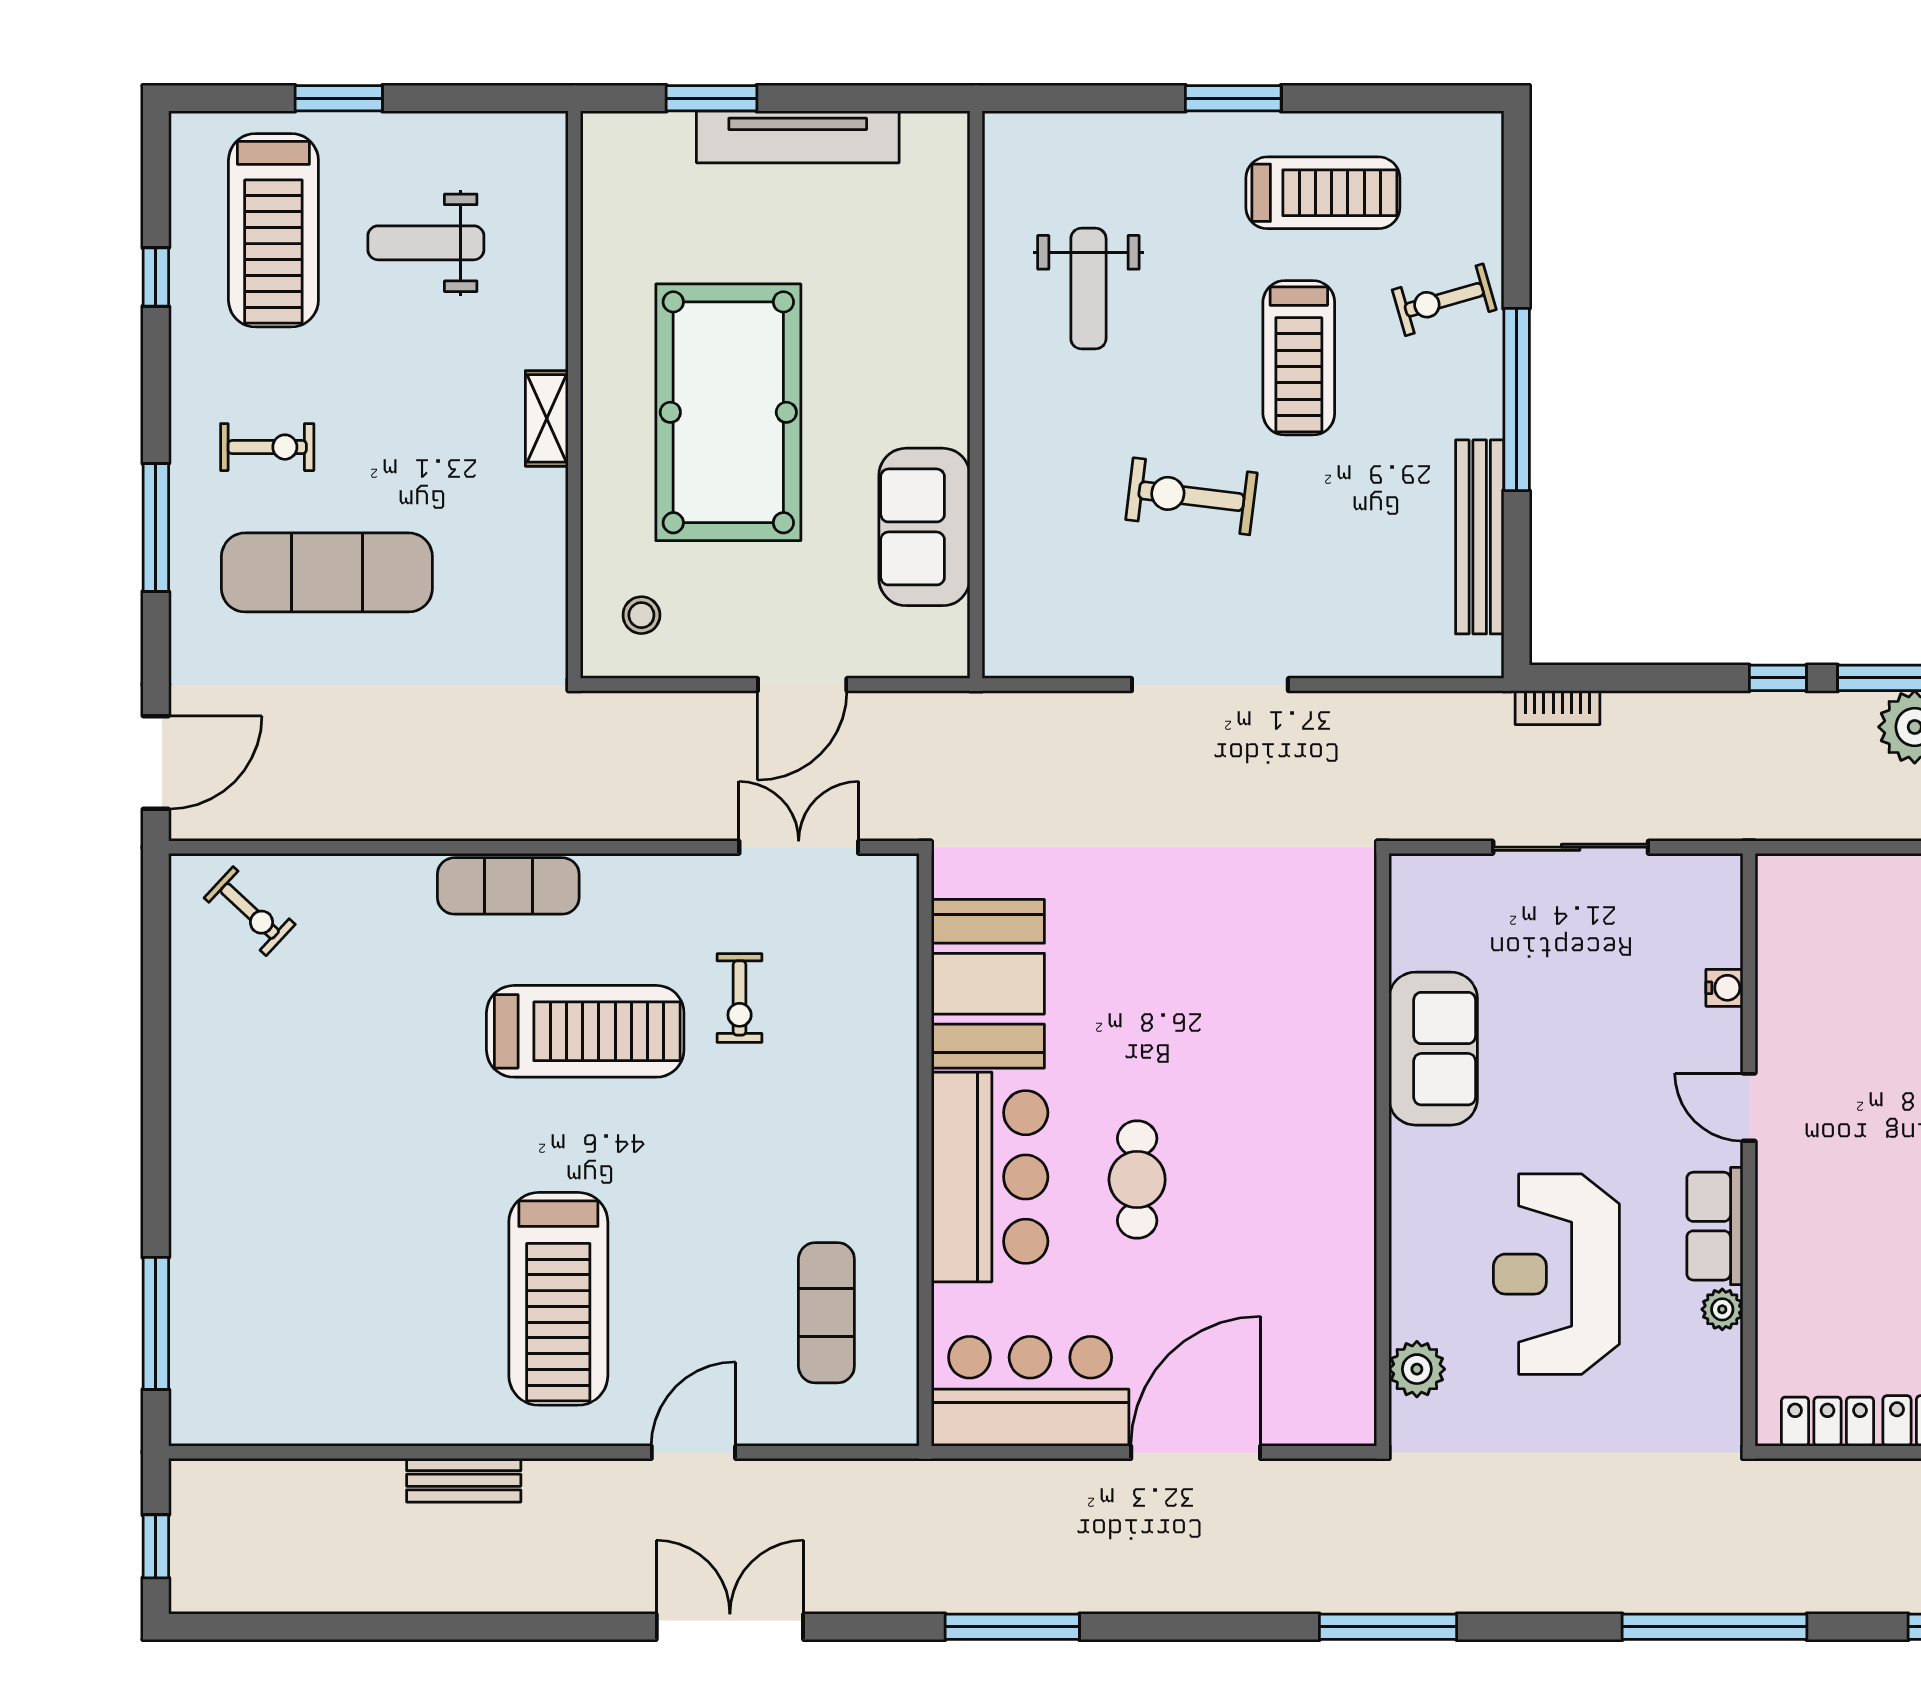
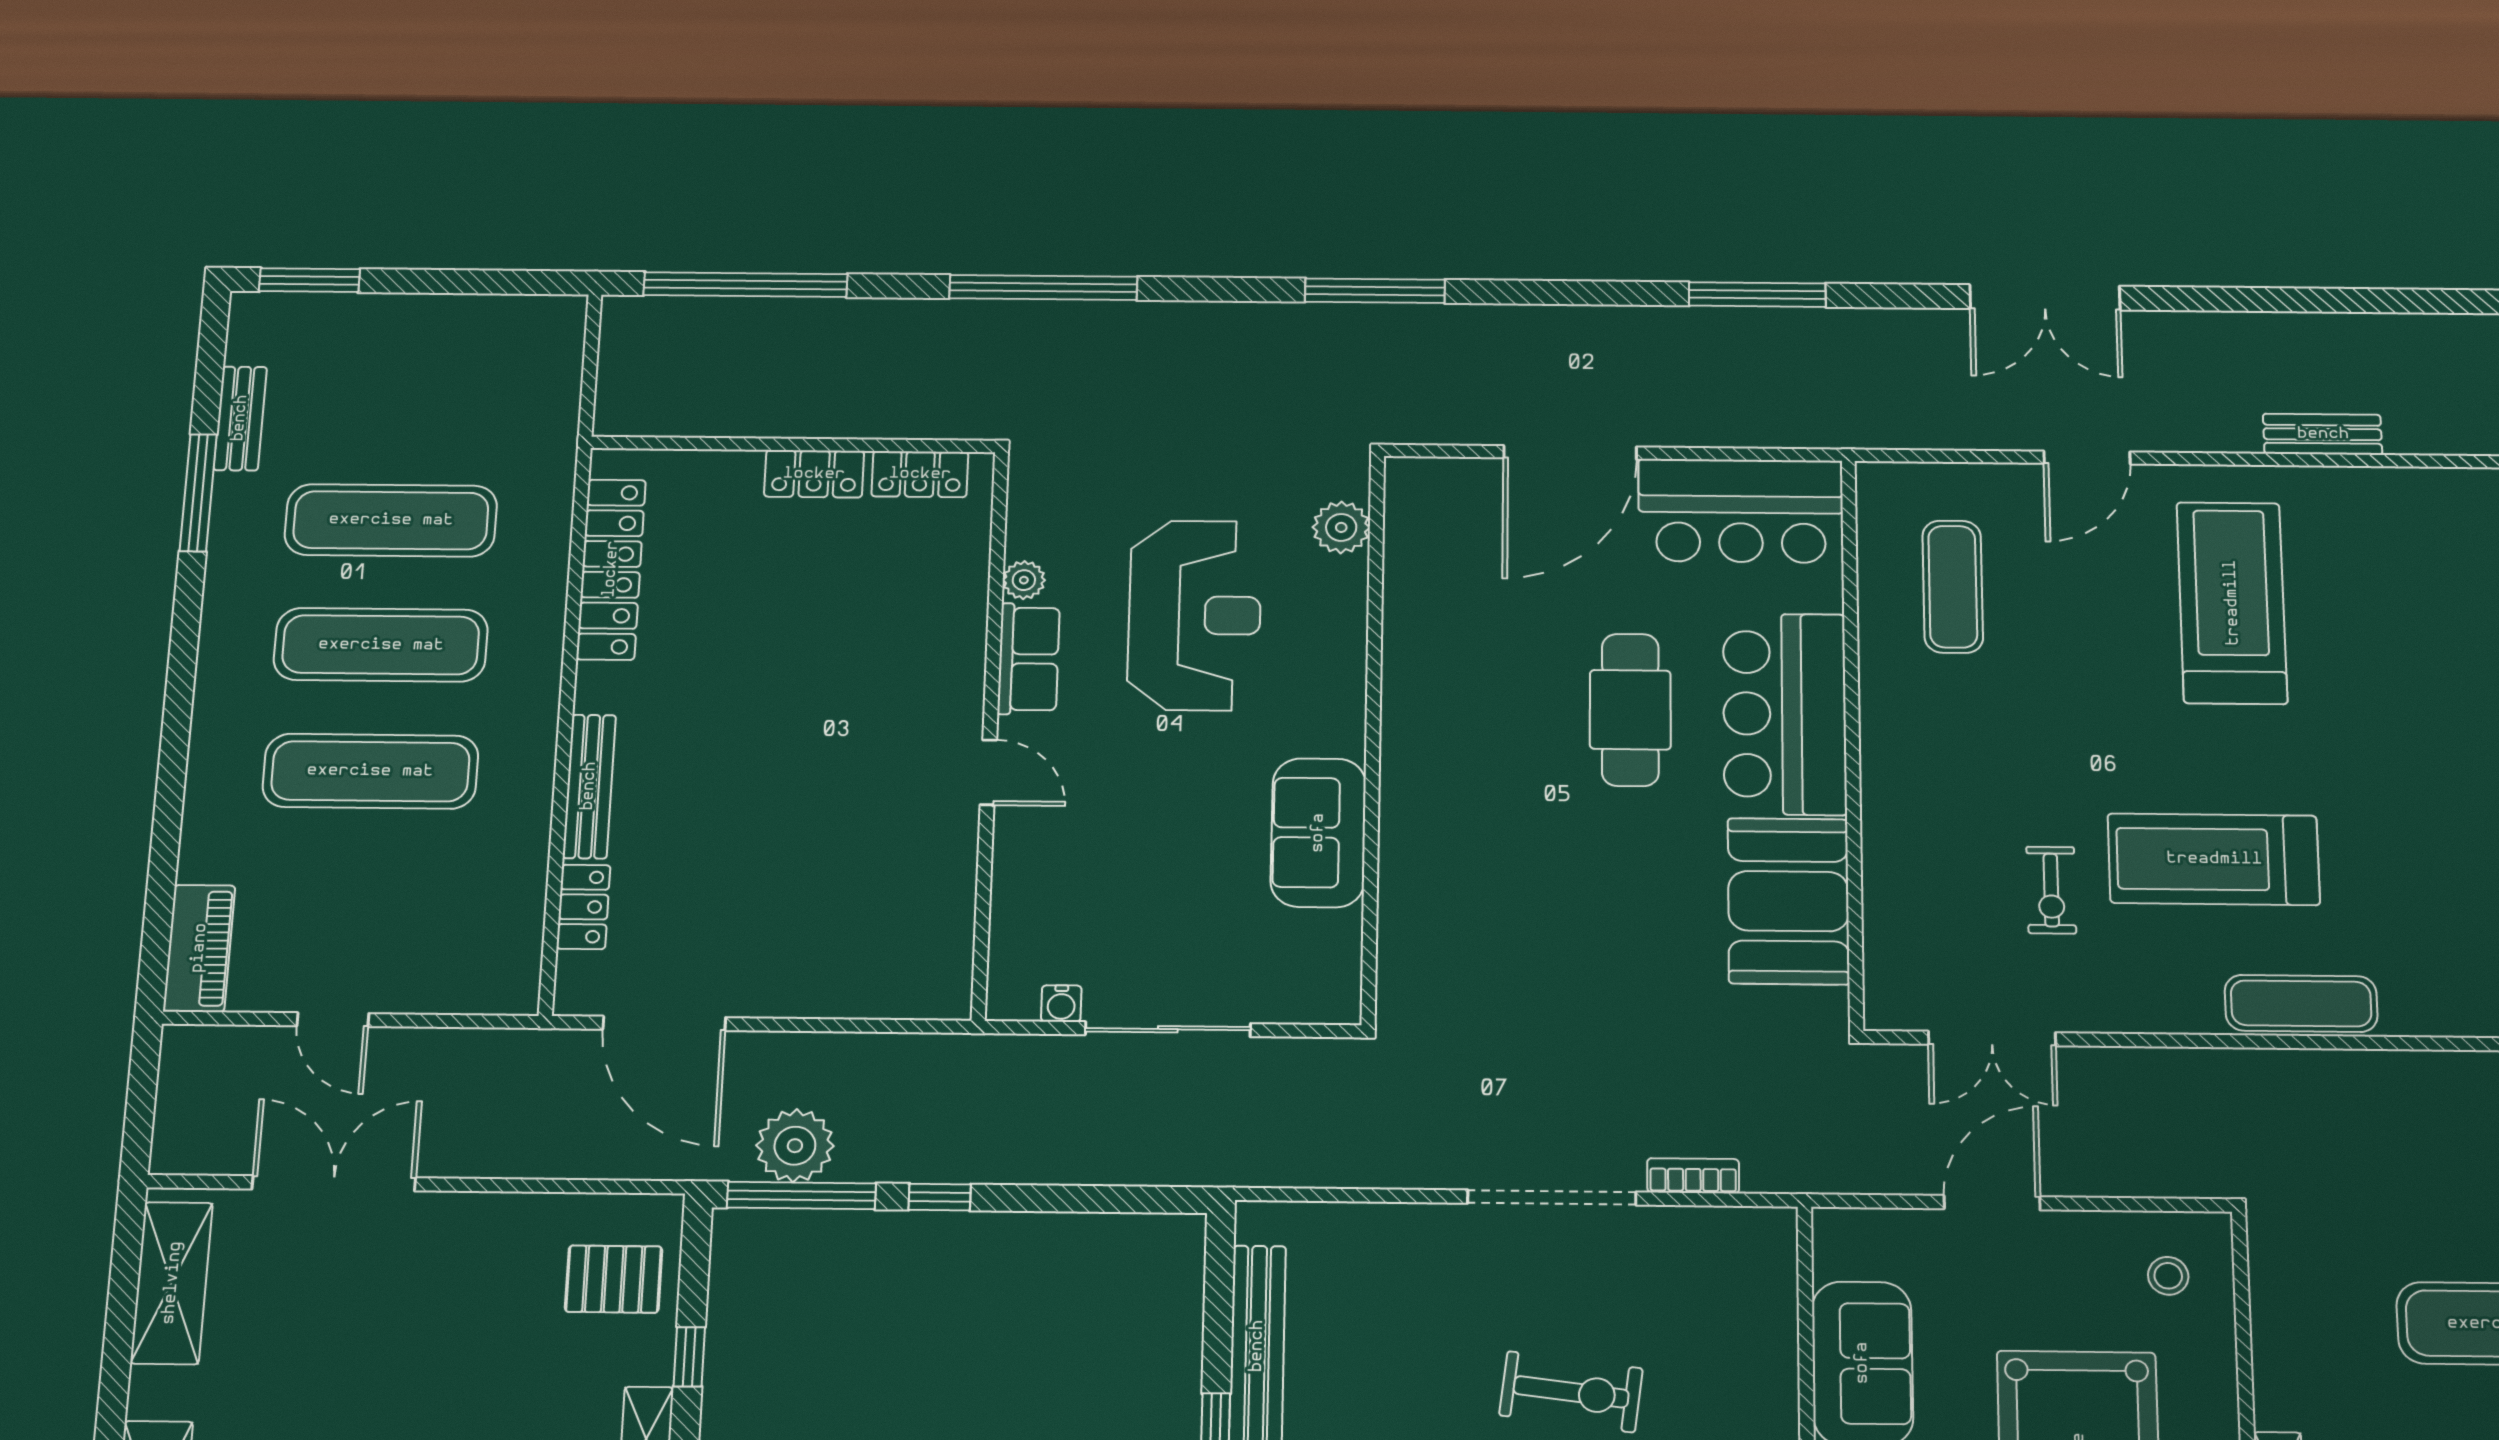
bookcase: (1558, 708) -> (1693, 1176), moved
water cooler: (1724, 988) -> (1061, 1004), moved, turned -90
exercise bike: (740, 998) -> (2051, 890), turned 180
cafe table: (1137, 1180) -> (1630, 710), width x1.37, depth x1.35

